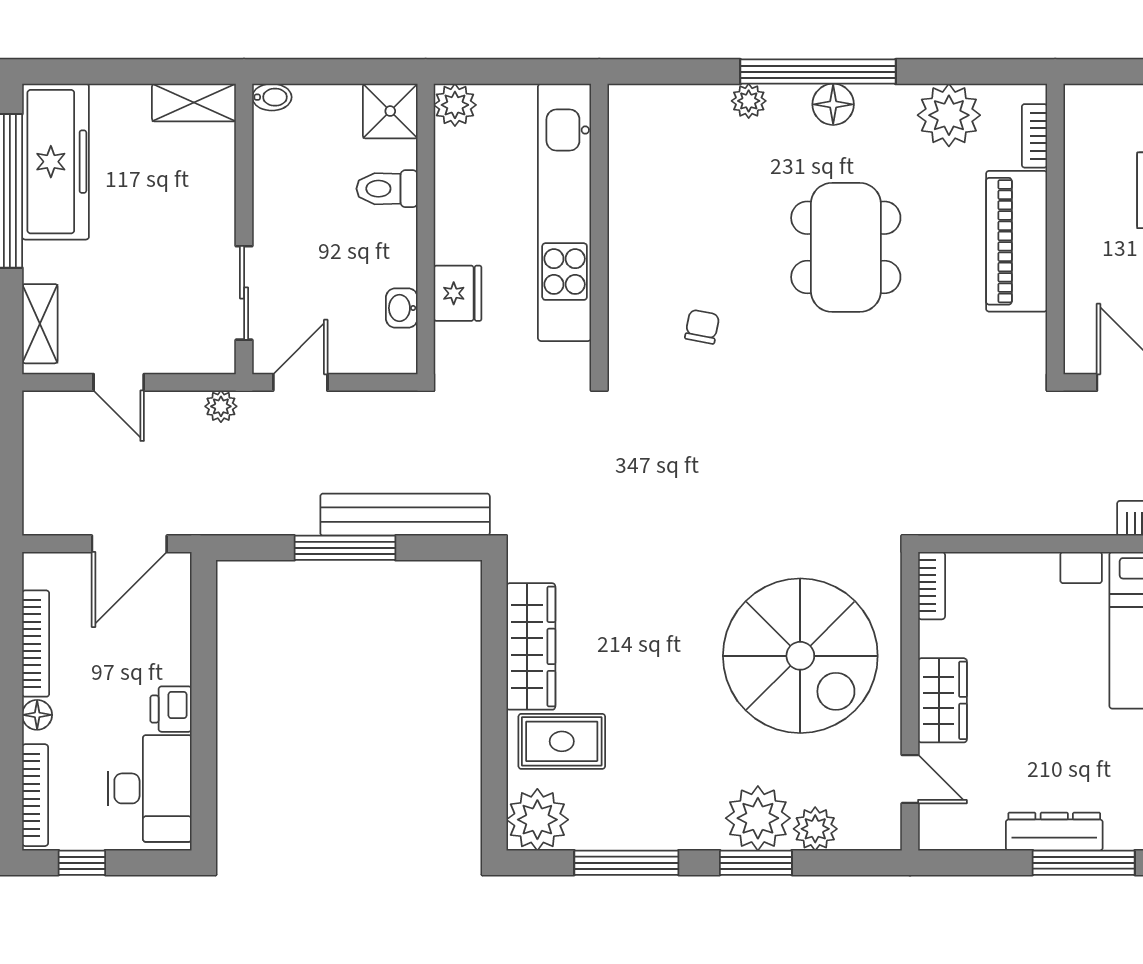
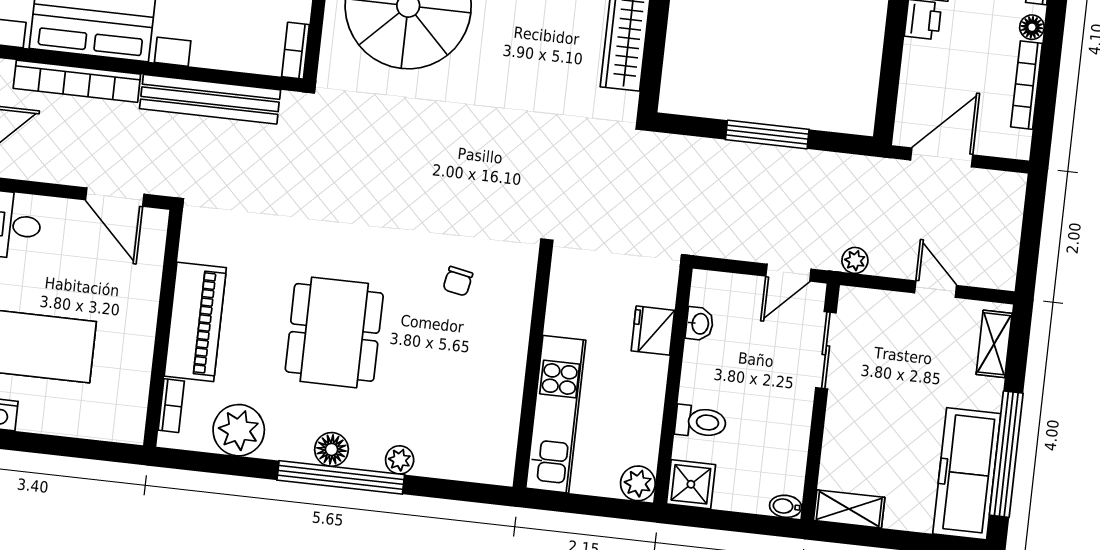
kitchen unit: (565, 212) -> (556, 414), width x0.73
bench: (405, 515) -> (210, 99), moved

